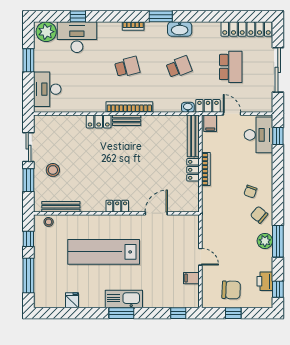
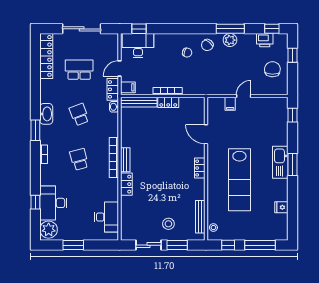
desk: (47, 89) -> (107, 217), moved, turned -90
filing cabinet: (191, 278) -> (230, 104), moved
window: (233, 313) -> (293, 55), moved

